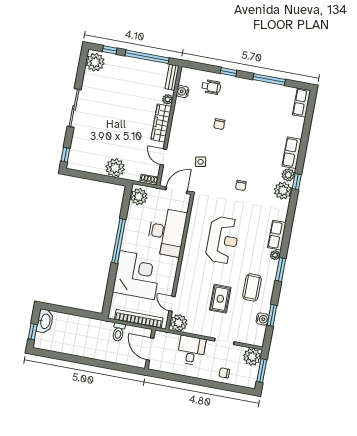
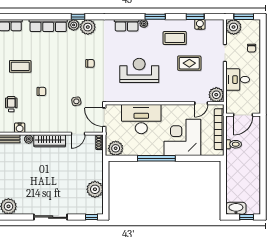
coffee table: (252, 105) -> (20, 66), added
row of seats: (292, 153) -> (48, 26), width x1.48
plant: (115, 168) -> (95, 189), moved

